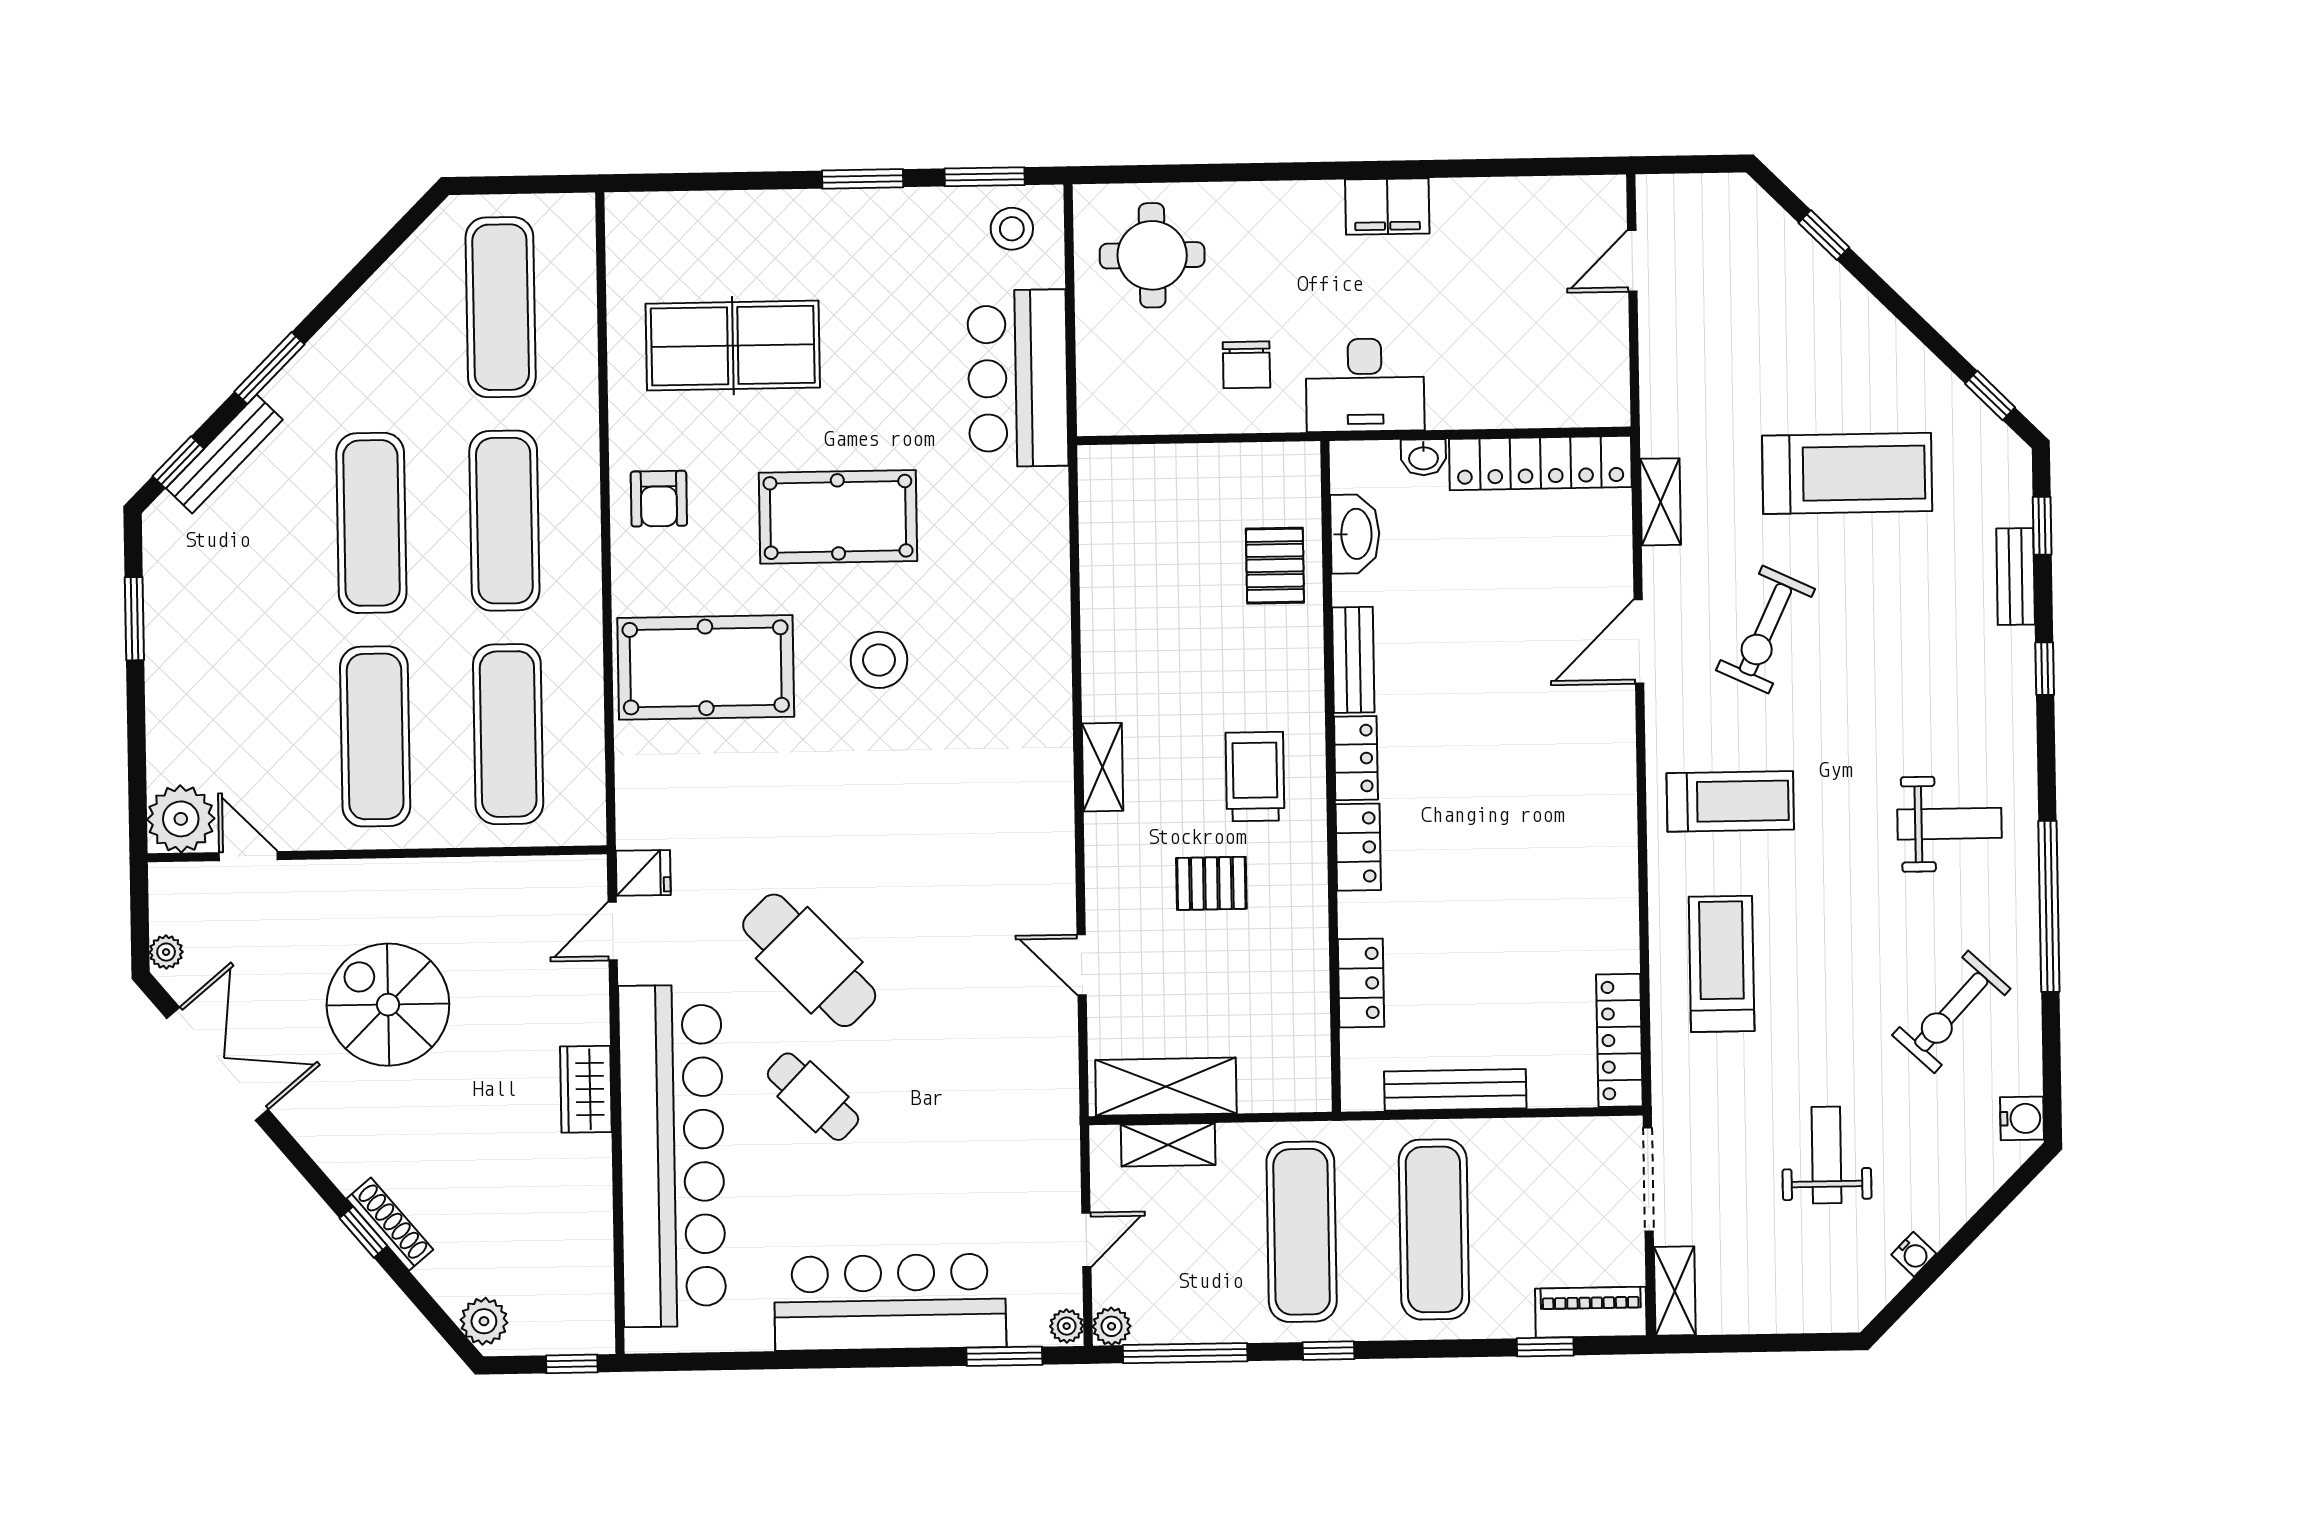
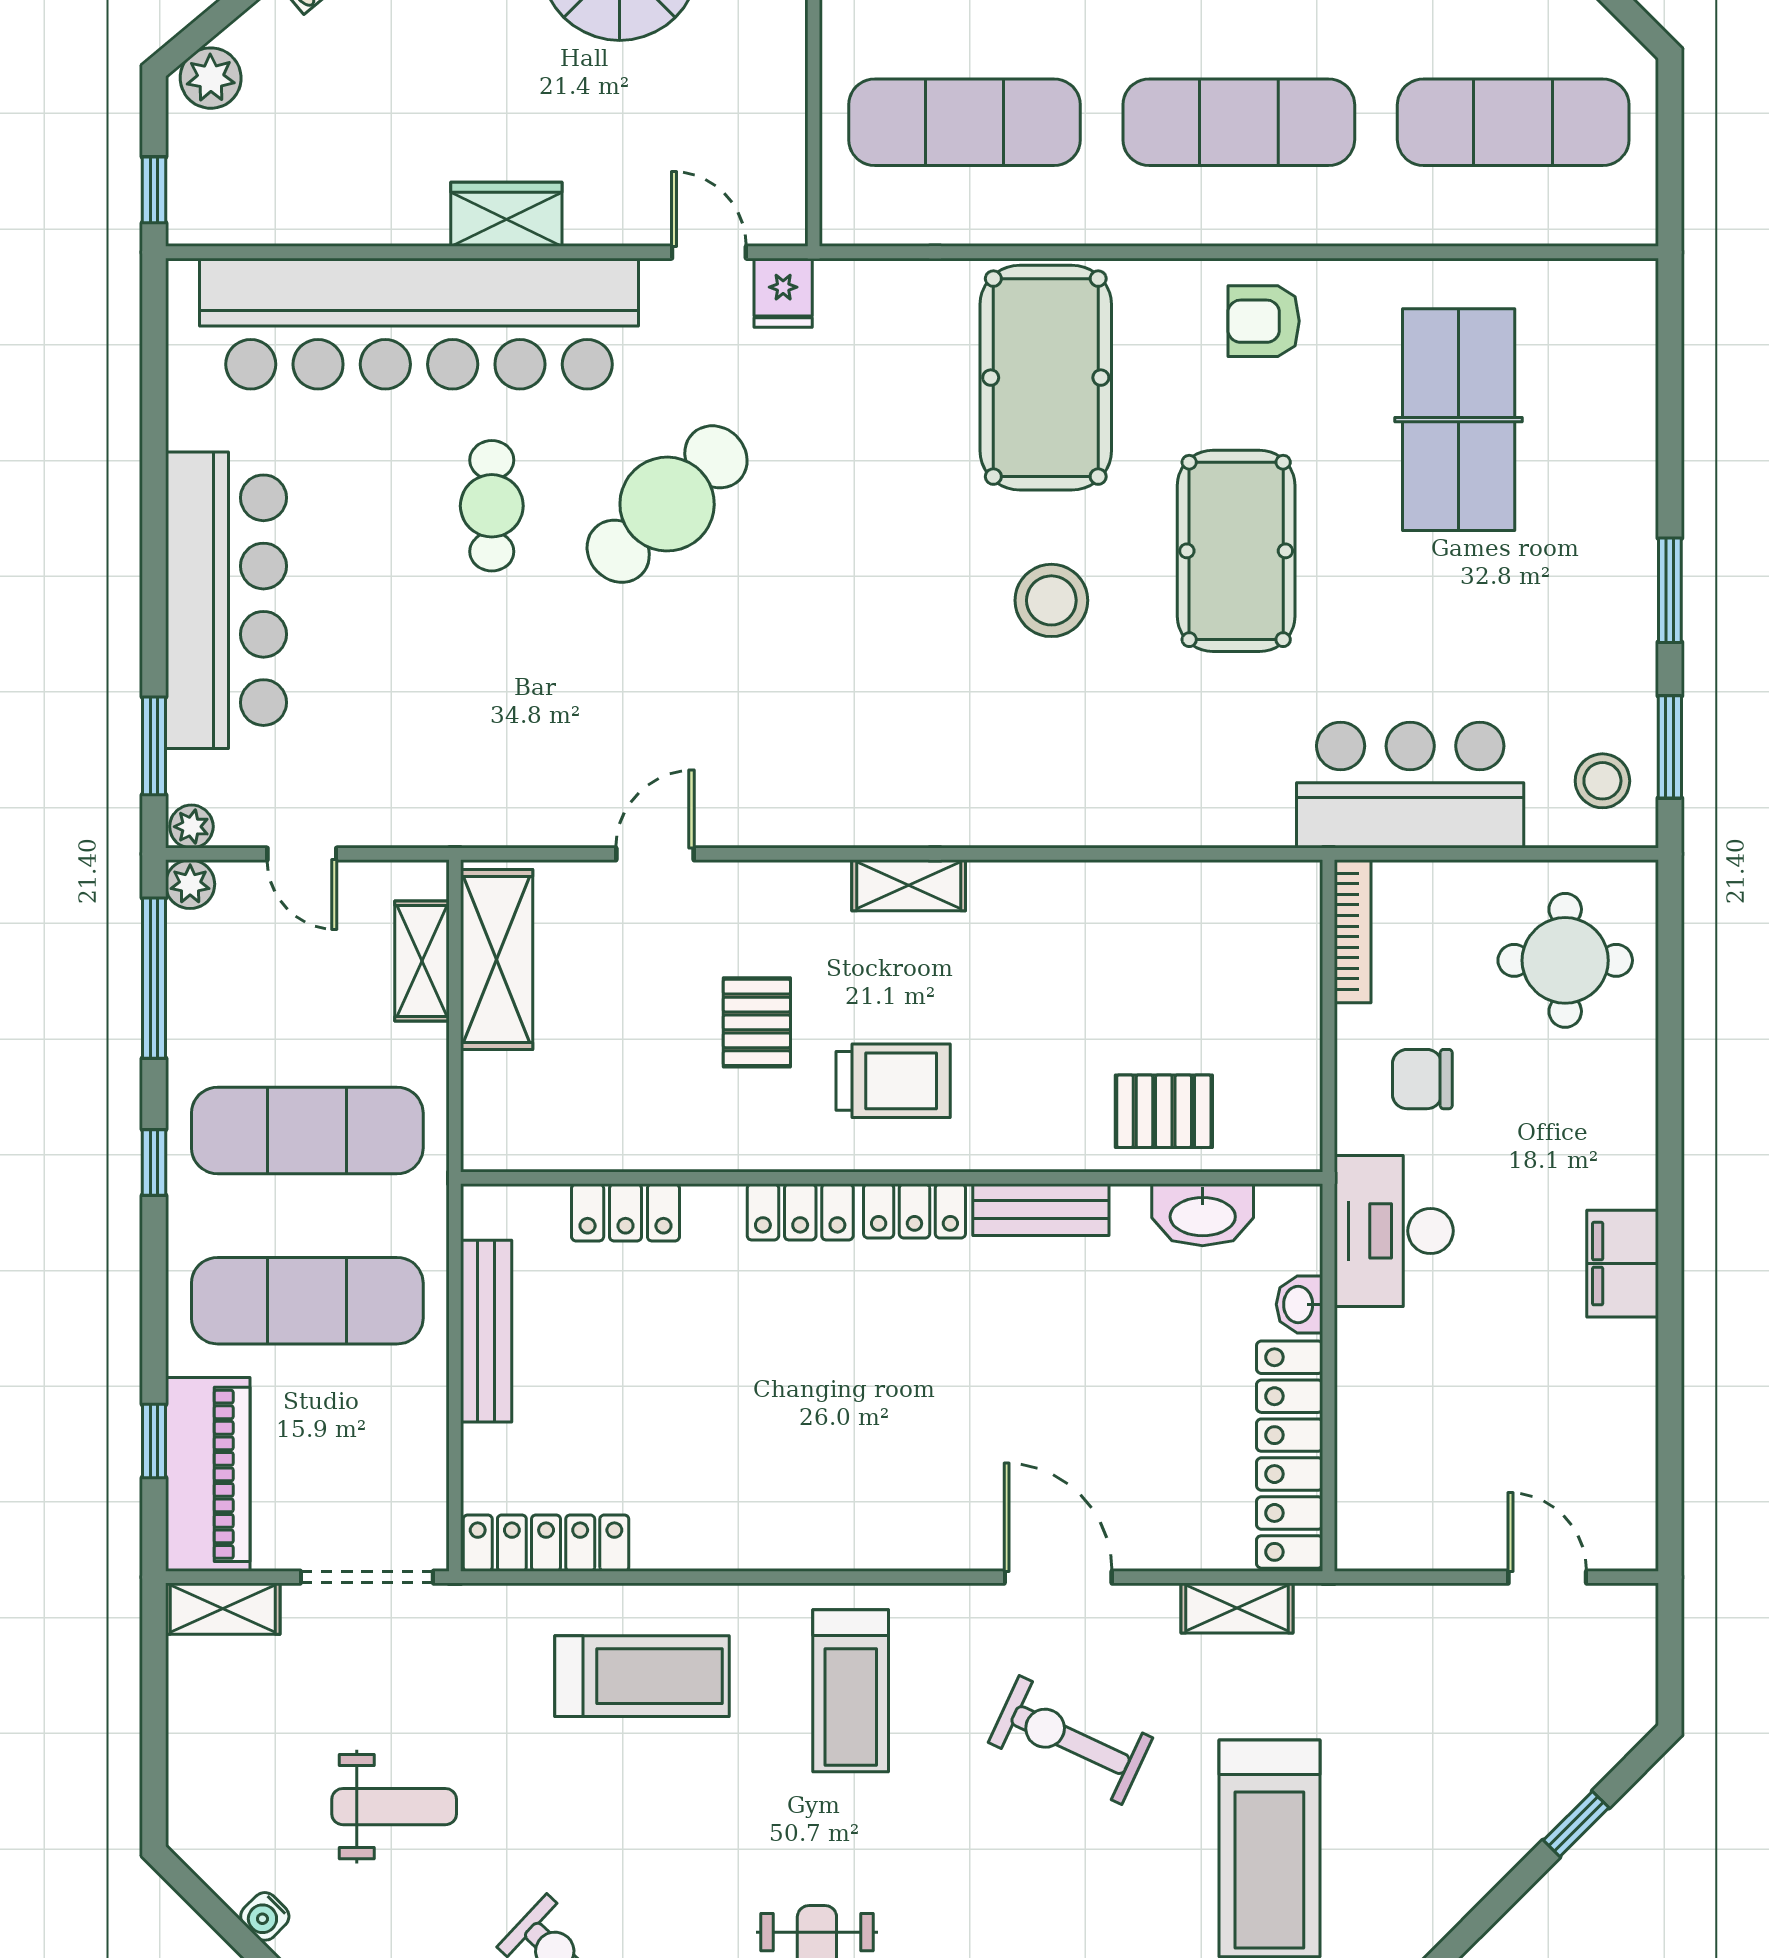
bookcase: (1132, 421) -> (1353, 931), added
cafe table: (813, 1097) -> (492, 506), turned -44
piano: (1591, 1312) -> (208, 1474), width x1.37, depth x1.33

